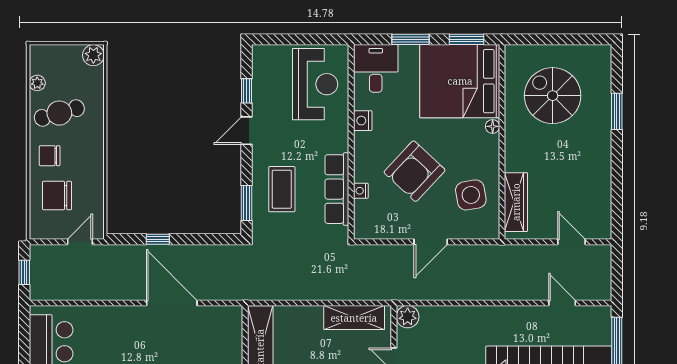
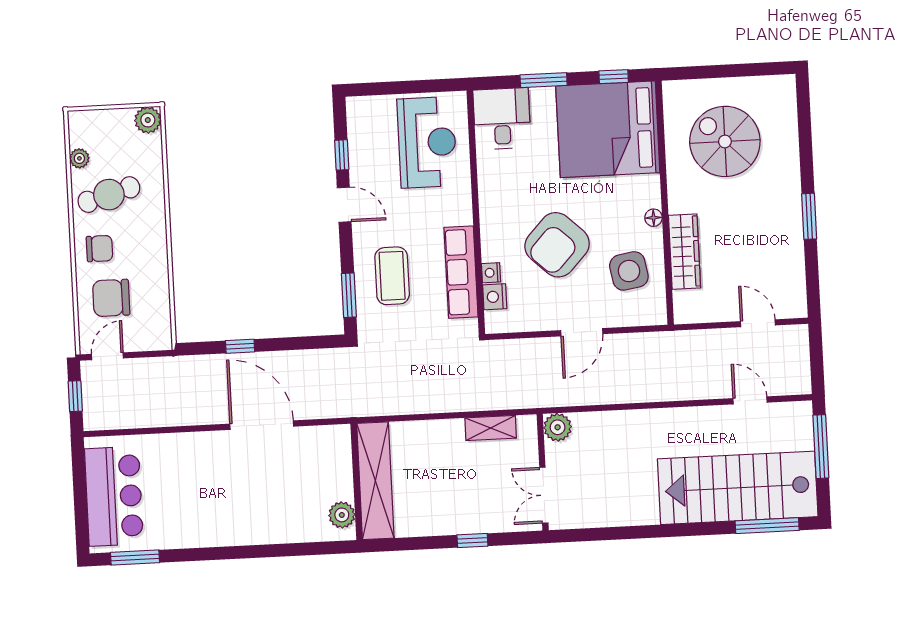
window: (466, 39) -> (614, 77), width x0.67
window: (617, 111) -> (809, 216), moved
nightstand: (363, 121) -> (495, 297), moved
floor lamp: (493, 126) -> (654, 218), moved
door: (247, 131) -> (344, 205), swing flipped
chair: (50, 156) -> (99, 249), turned 180
wardrobe: (516, 202) -> (684, 252), moved
door: (80, 242) -> (107, 356), moved
shelving: (354, 318) -> (491, 428), width x0.67, depth x0.75

